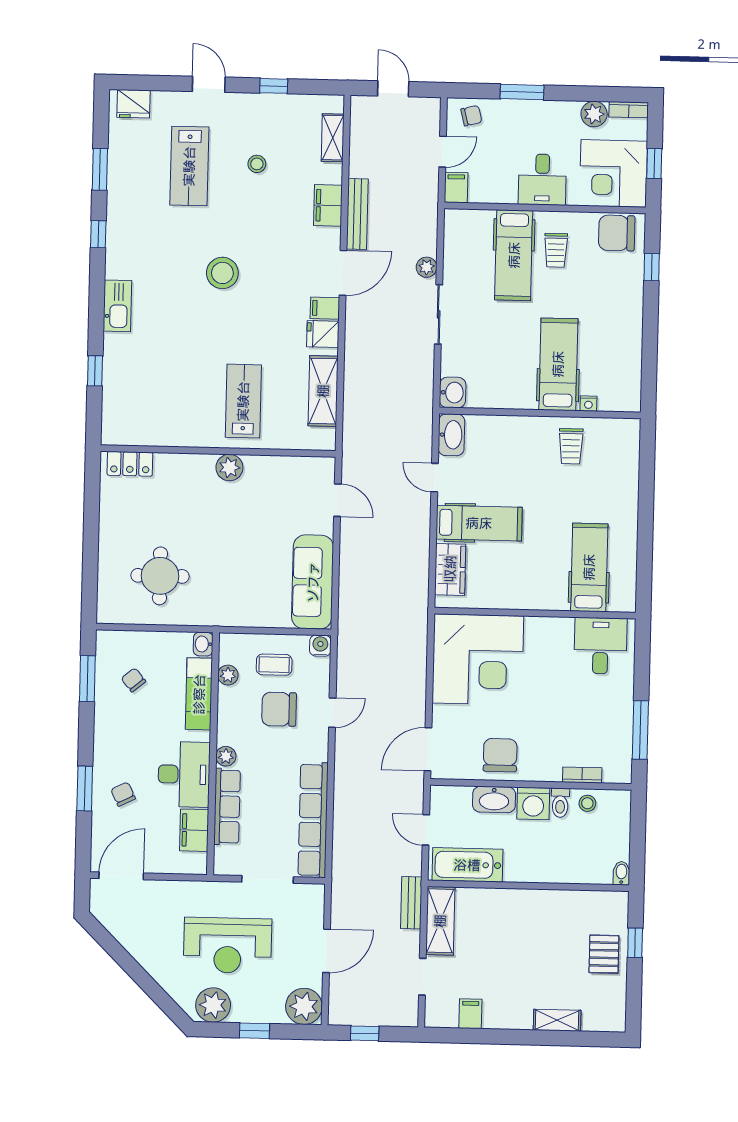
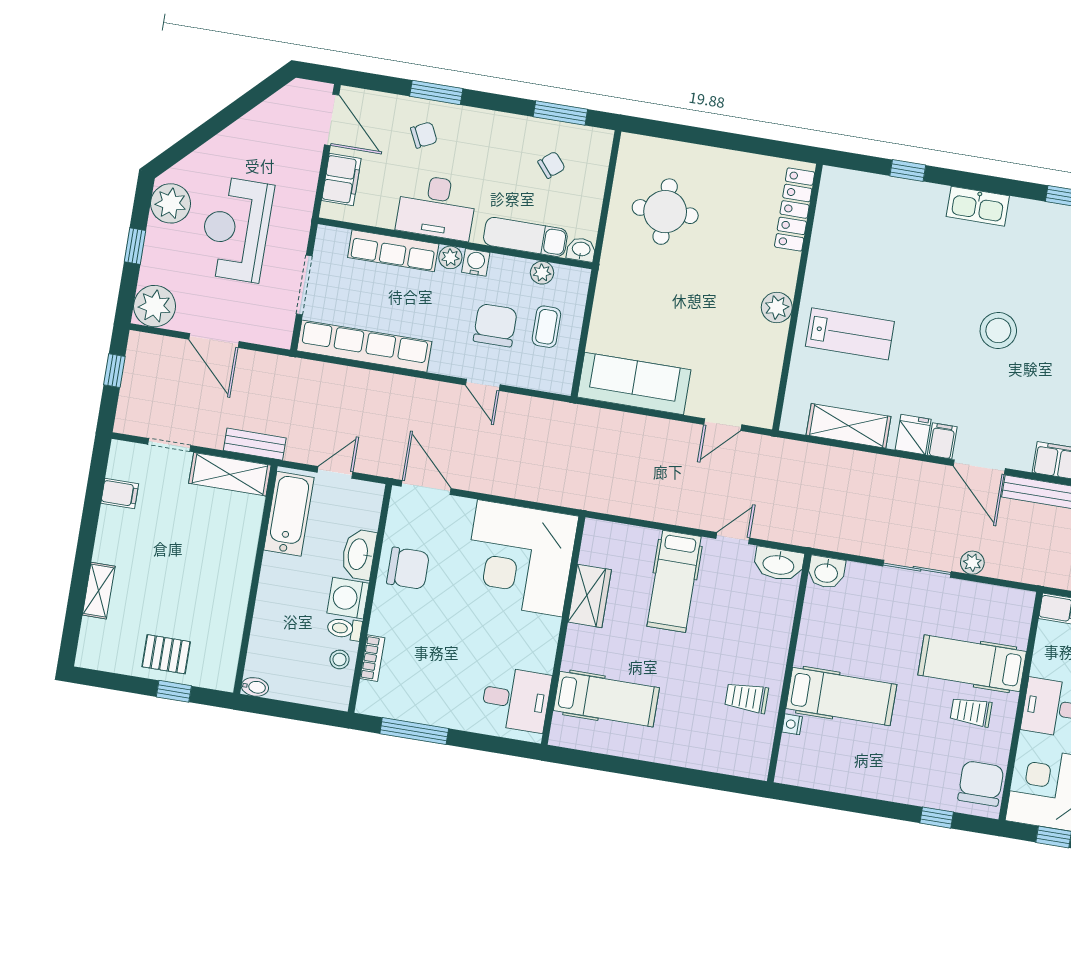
locker: (130, 464) -> (795, 209), width x1.53
wardrobe: (450, 569) -> (590, 596), moved, turned -90
water cooler: (320, 646) -> (476, 262), moved, turned -90
filing cabinet: (194, 830) -> (341, 180), moved, turned 90

